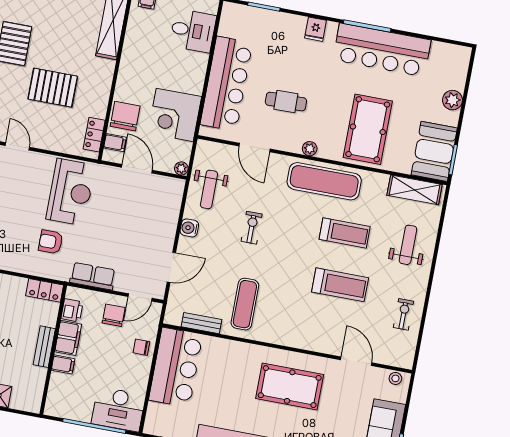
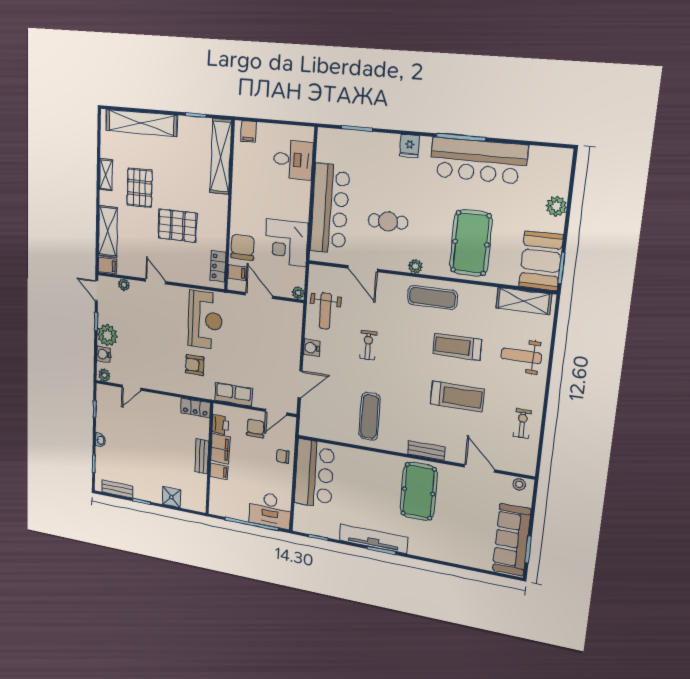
exercise mat: (324, 181) -> (432, 297), width x0.73, depth x0.69
treadmill: (345, 233) -> (457, 347), turned 180
weight bench: (408, 245) -> (521, 356), turned -90
bench: (202, 323) -> (426, 451), moved
pool table: (290, 387) -> (419, 491), turned 90

